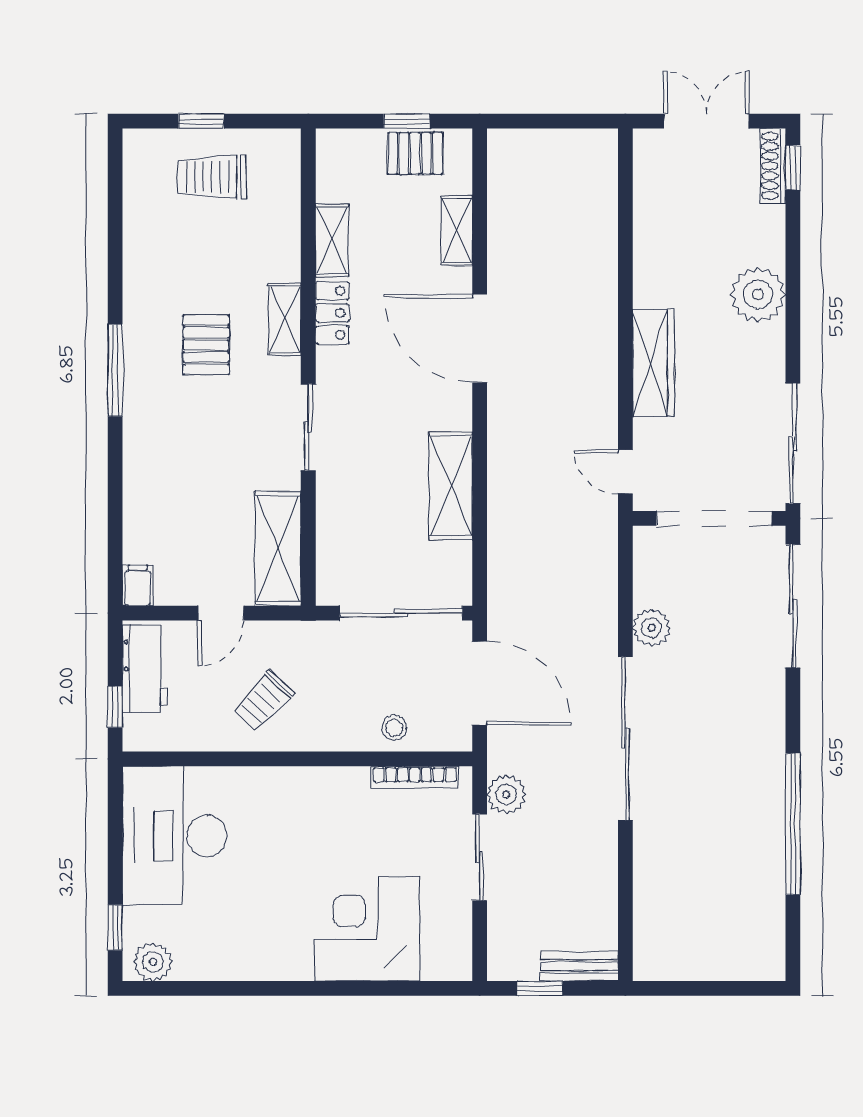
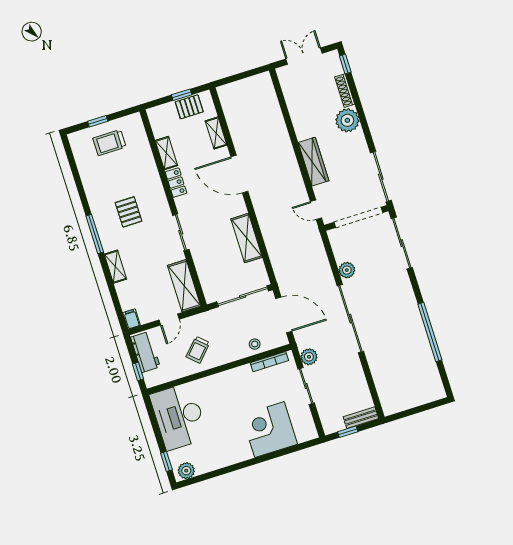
shoe rack: (773, 166) -> (345, 91), moved
shelving: (285, 319) -> (115, 267), moved

